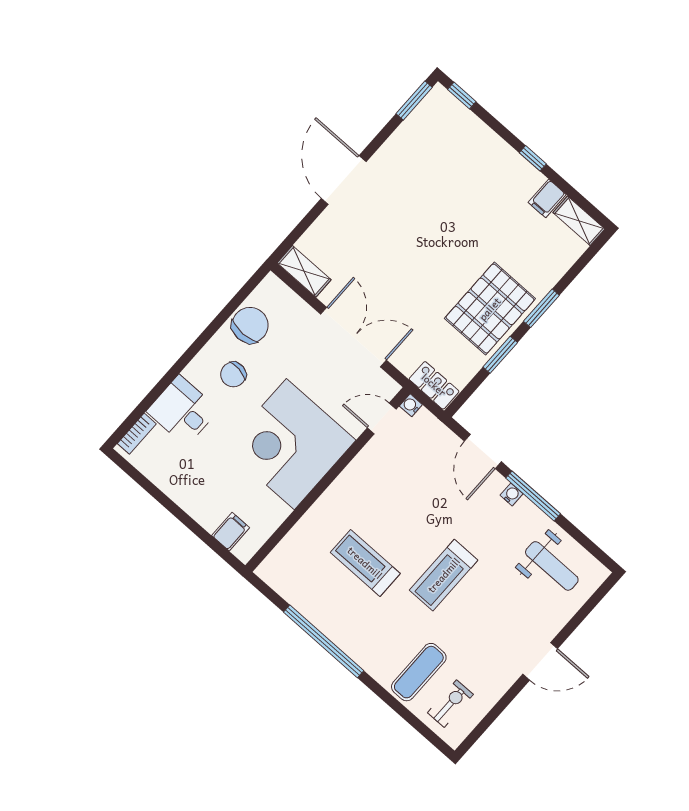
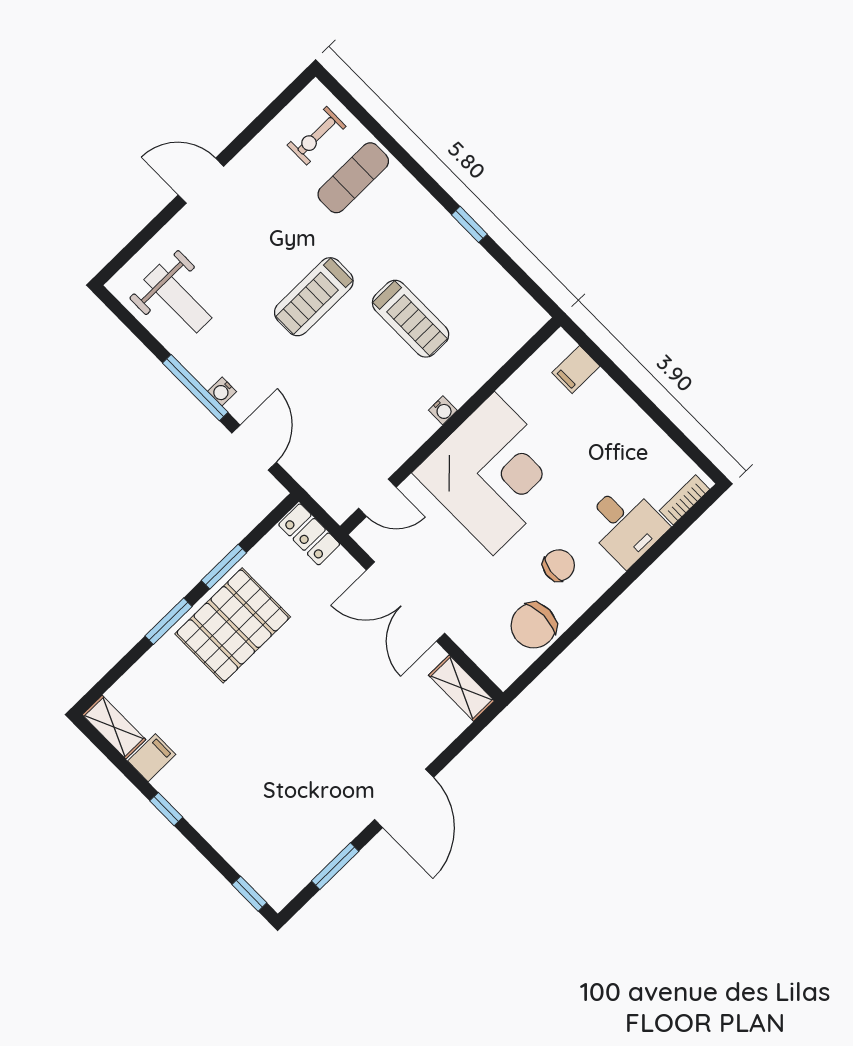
window: (414, 100) -> (335, 866), moved
water cooler: (411, 405) -> (443, 410), moved
weight bench: (552, 566) -> (178, 299), turned 180
treadmill: (444, 575) -> (314, 297), turned 180
window: (324, 641) -> (469, 224), width x0.32

